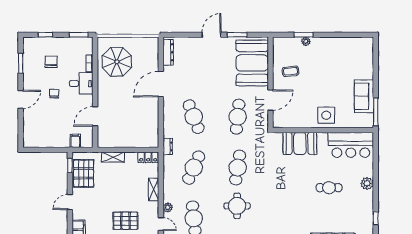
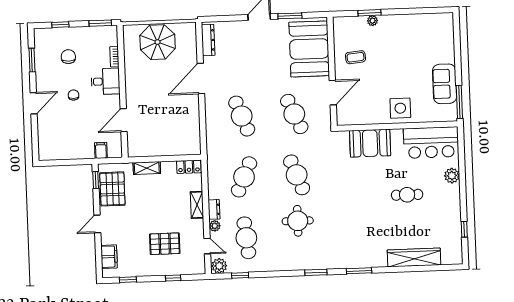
parasol: (117, 62) -> (158, 42), moved
cafe table: (238, 117) -> (294, 114), turned -30
dresser: (168, 146) -> (214, 209), moved
cafe table: (238, 168) -> (297, 175), turned -30
plant: (367, 183) -> (452, 176), moved

